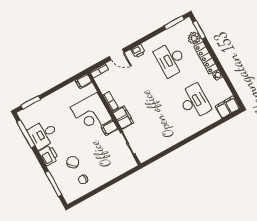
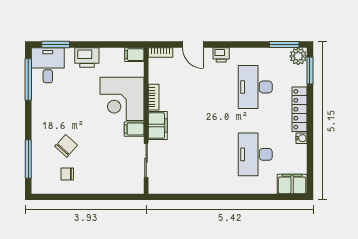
plant: (194, 38) -> (298, 56), moved
desk: (194, 102) -> (255, 154), turned 180
desk: (43, 134) -> (48, 65), moved, turned 90
printer: (48, 155) -> (87, 57), moved, turned 90

